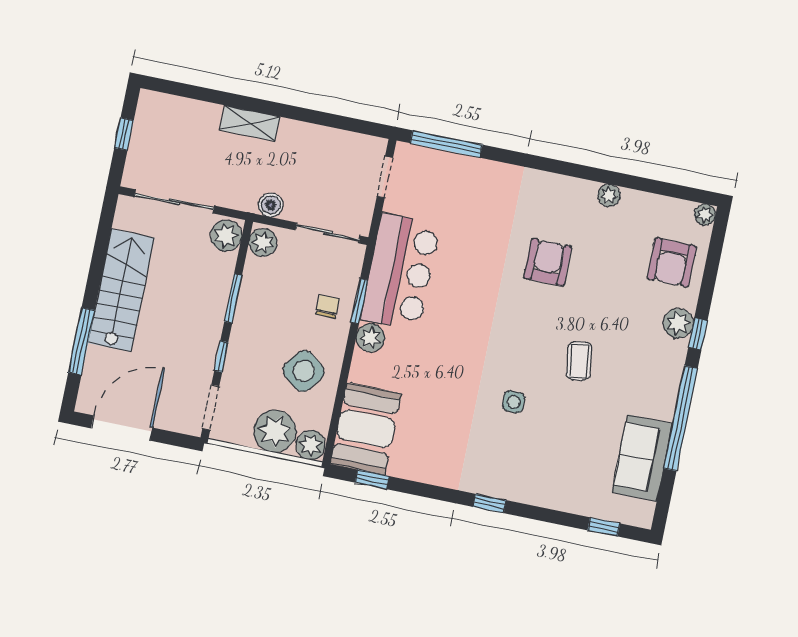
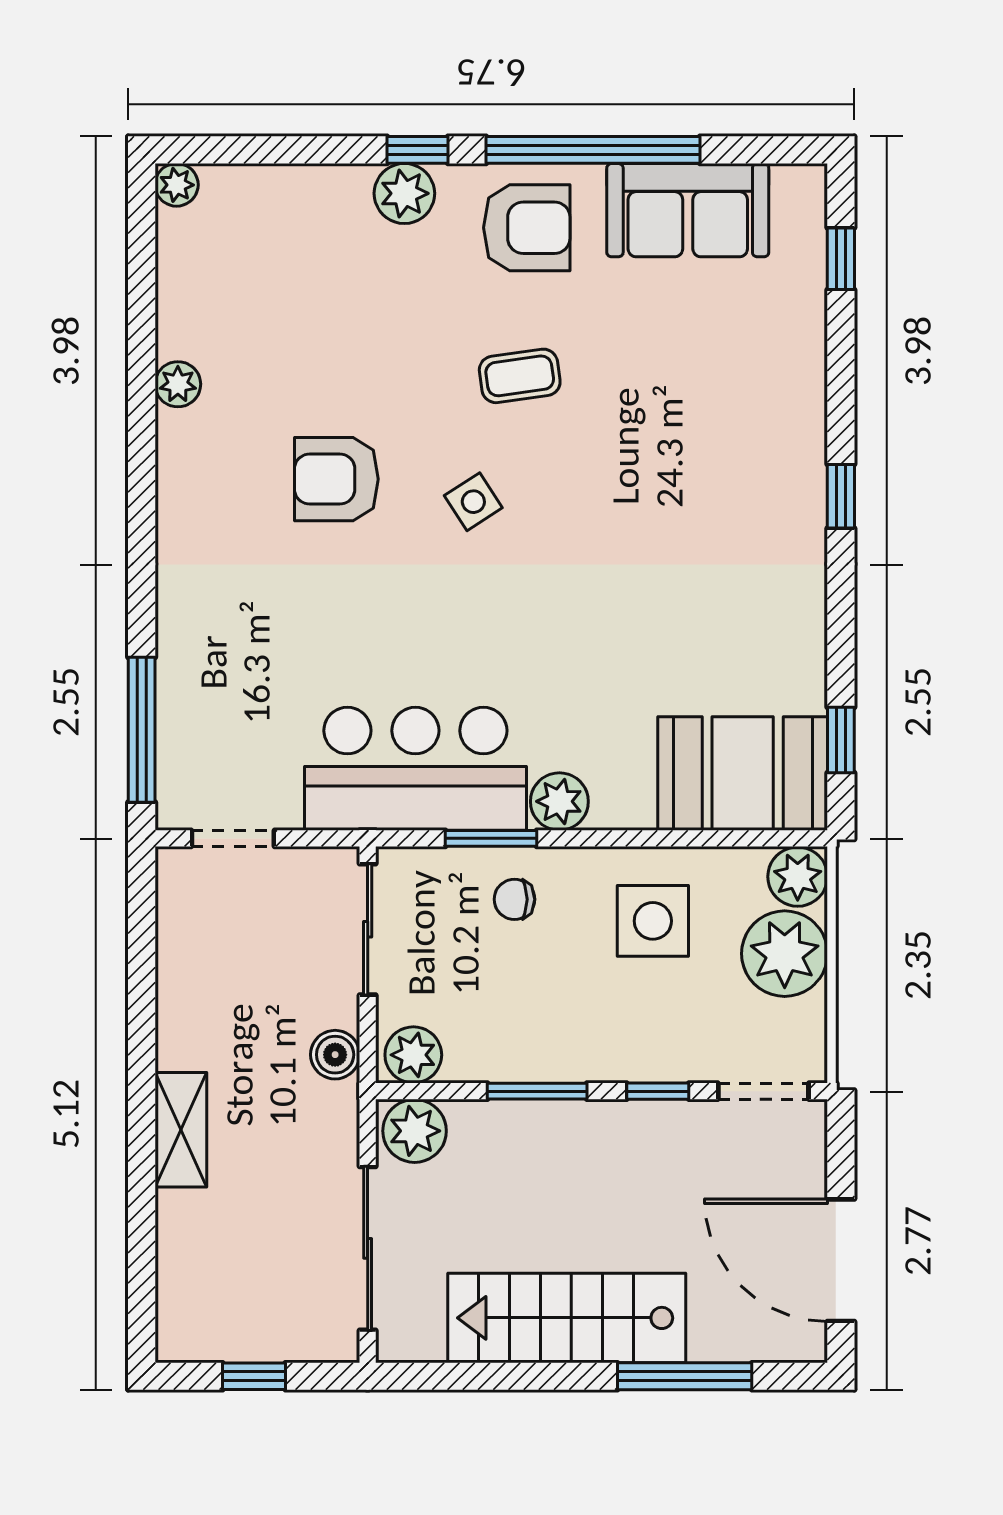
armchair: (672, 263) -> (527, 228), moved
side table: (304, 371) -> (653, 921), turned -37
side table: (514, 402) -> (473, 502), moved, turned -33

